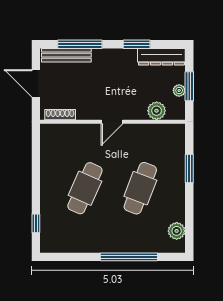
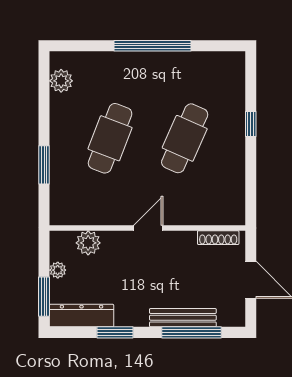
bench: (66, 55) -> (183, 318), moved
window: (189, 86) -> (44, 297), moved
window: (36, 223) -> (251, 124), moved
window: (129, 257) -> (152, 46), moved

